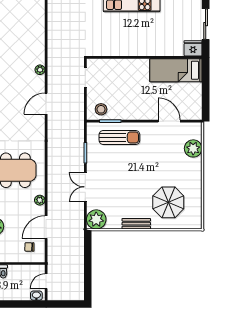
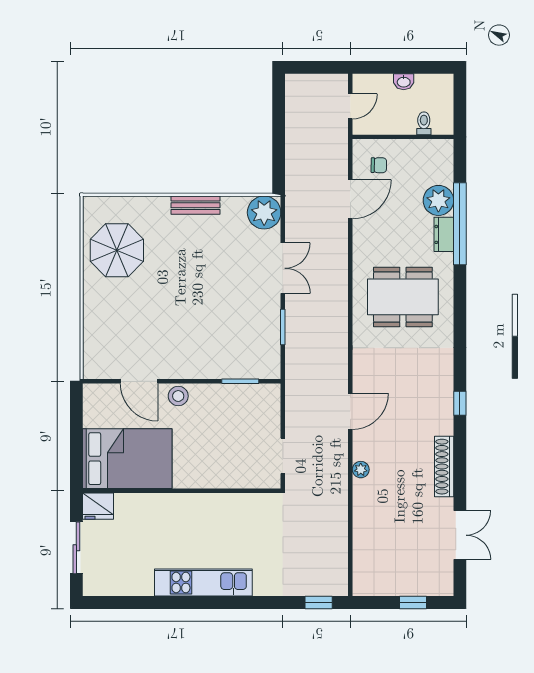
bed: (176, 70) -> (127, 459), width x1.50
stool: (101, 109) -> (178, 396), moved
sun lounger: (119, 137) -> (224, 353), removed
plant: (193, 148) -> (98, 334), removed
plant: (40, 200) -> (361, 246), removed
parasol: (168, 202) -> (117, 250), moved
washbasin: (36, 296) -> (404, 82), moved

